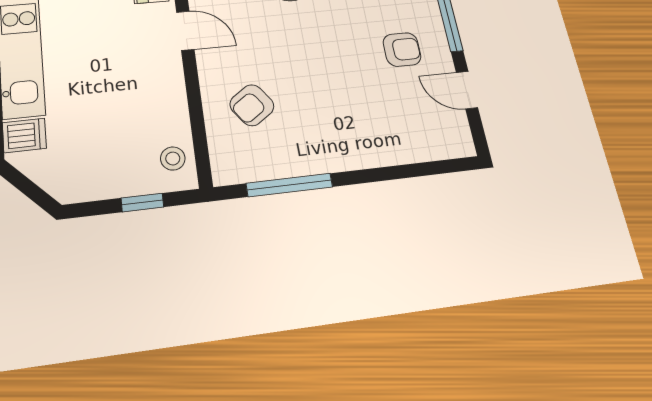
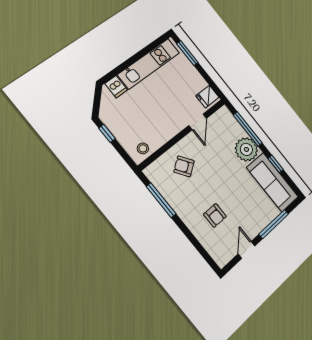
armchair: (402, 49) -> (215, 215), moved
window: (142, 203) -> (107, 133), moved

